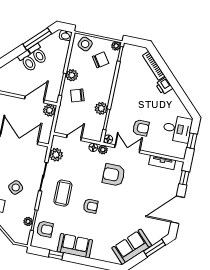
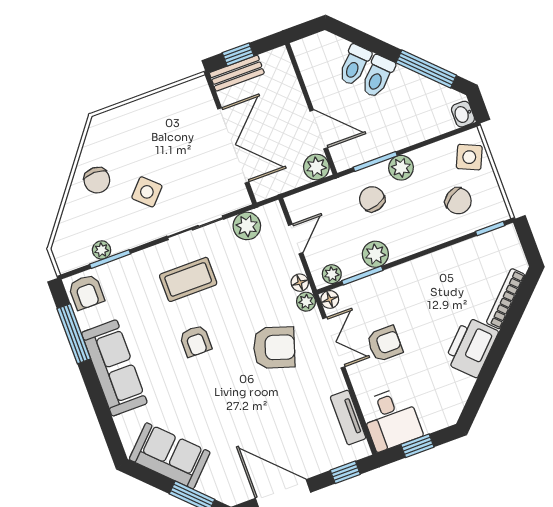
plant: (116, 46) -> (332, 274), moved
toilet: (38, 54) -> (354, 65), moved
printer: (164, 86) -> (471, 347), width x1.87, depth x1.48
armchair: (141, 128) -> (385, 344), turned -90
desk: (177, 129) -> (391, 419), moved
door: (74, 138) -> (296, 239), hinge flipped
armchair: (114, 175) -> (274, 348), turned 108
armchair: (45, 229) -> (86, 292), moved
sofa: (75, 246) -> (114, 368), width x1.36
window: (56, 255) -> (74, 334), width x2.17

